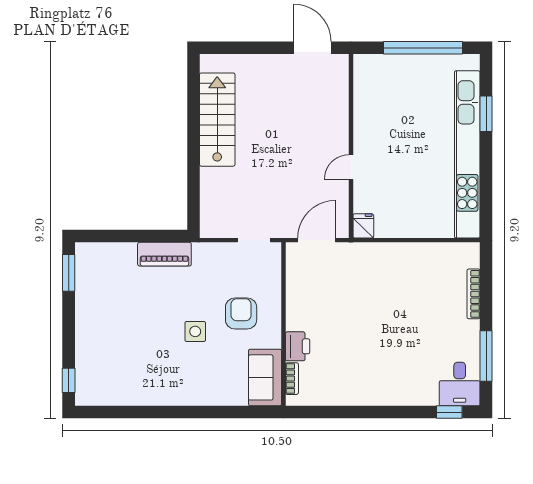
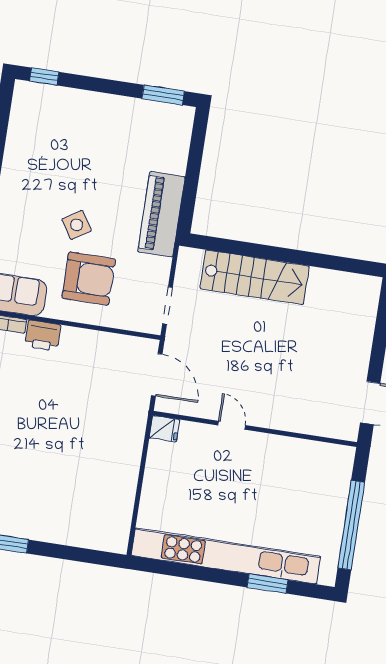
stairs: (217, 120) -> (255, 277), moved
piano: (164, 254) -> (161, 214), width x1.37, depth x1.33
bookcase: (474, 294) -> (71, 539), removed
armchair: (241, 314) -> (89, 279), width x1.36, depth x1.36
side table: (195, 331) -> (77, 225), turned -33

